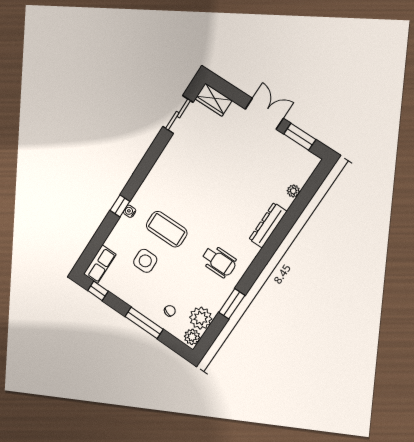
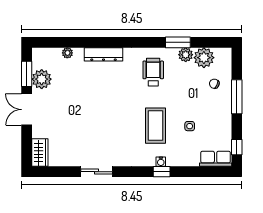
sliding door: (178, 115) -> (97, 172), moved
plant: (284, 148) -> (42, 79), added
side table: (145, 261) -> (190, 126), width x0.54, depth x0.54
plant: (192, 337) -> (186, 55), moved

